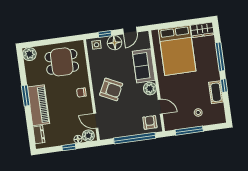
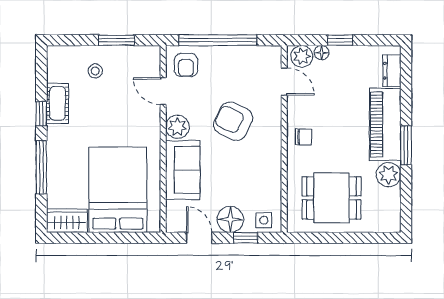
door: (130, 31) -> (199, 238), hinge flipped
plant: (29, 54) -> (389, 175), moved
armchair: (111, 89) -> (233, 121), moved
window: (189, 131) -> (116, 40), width x0.69

